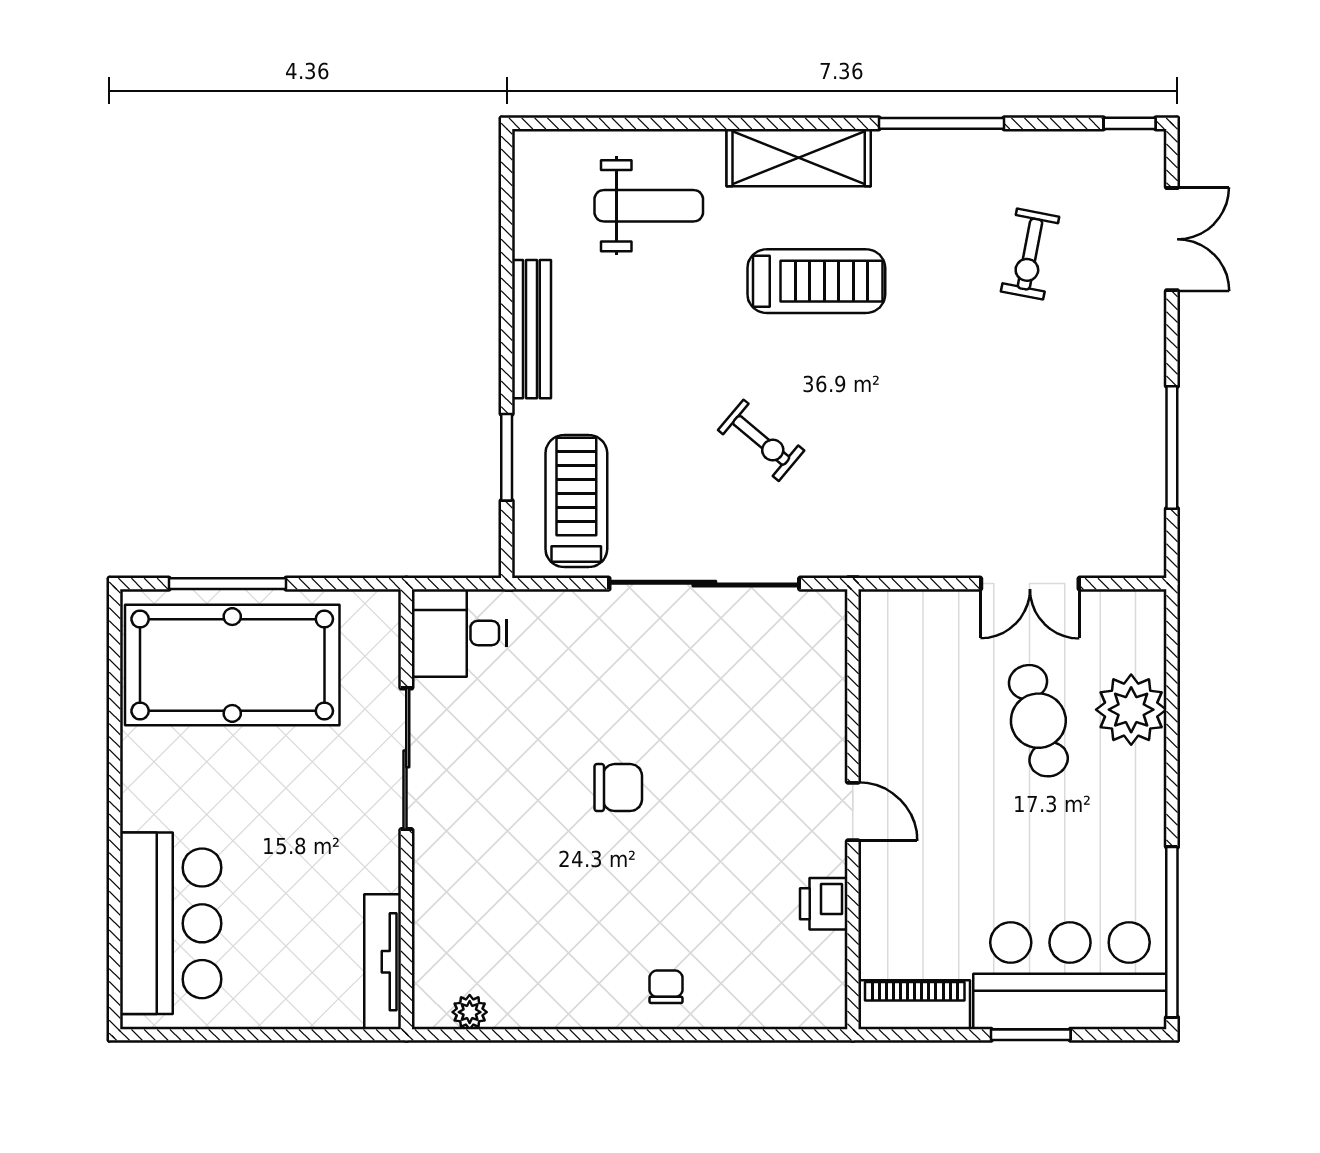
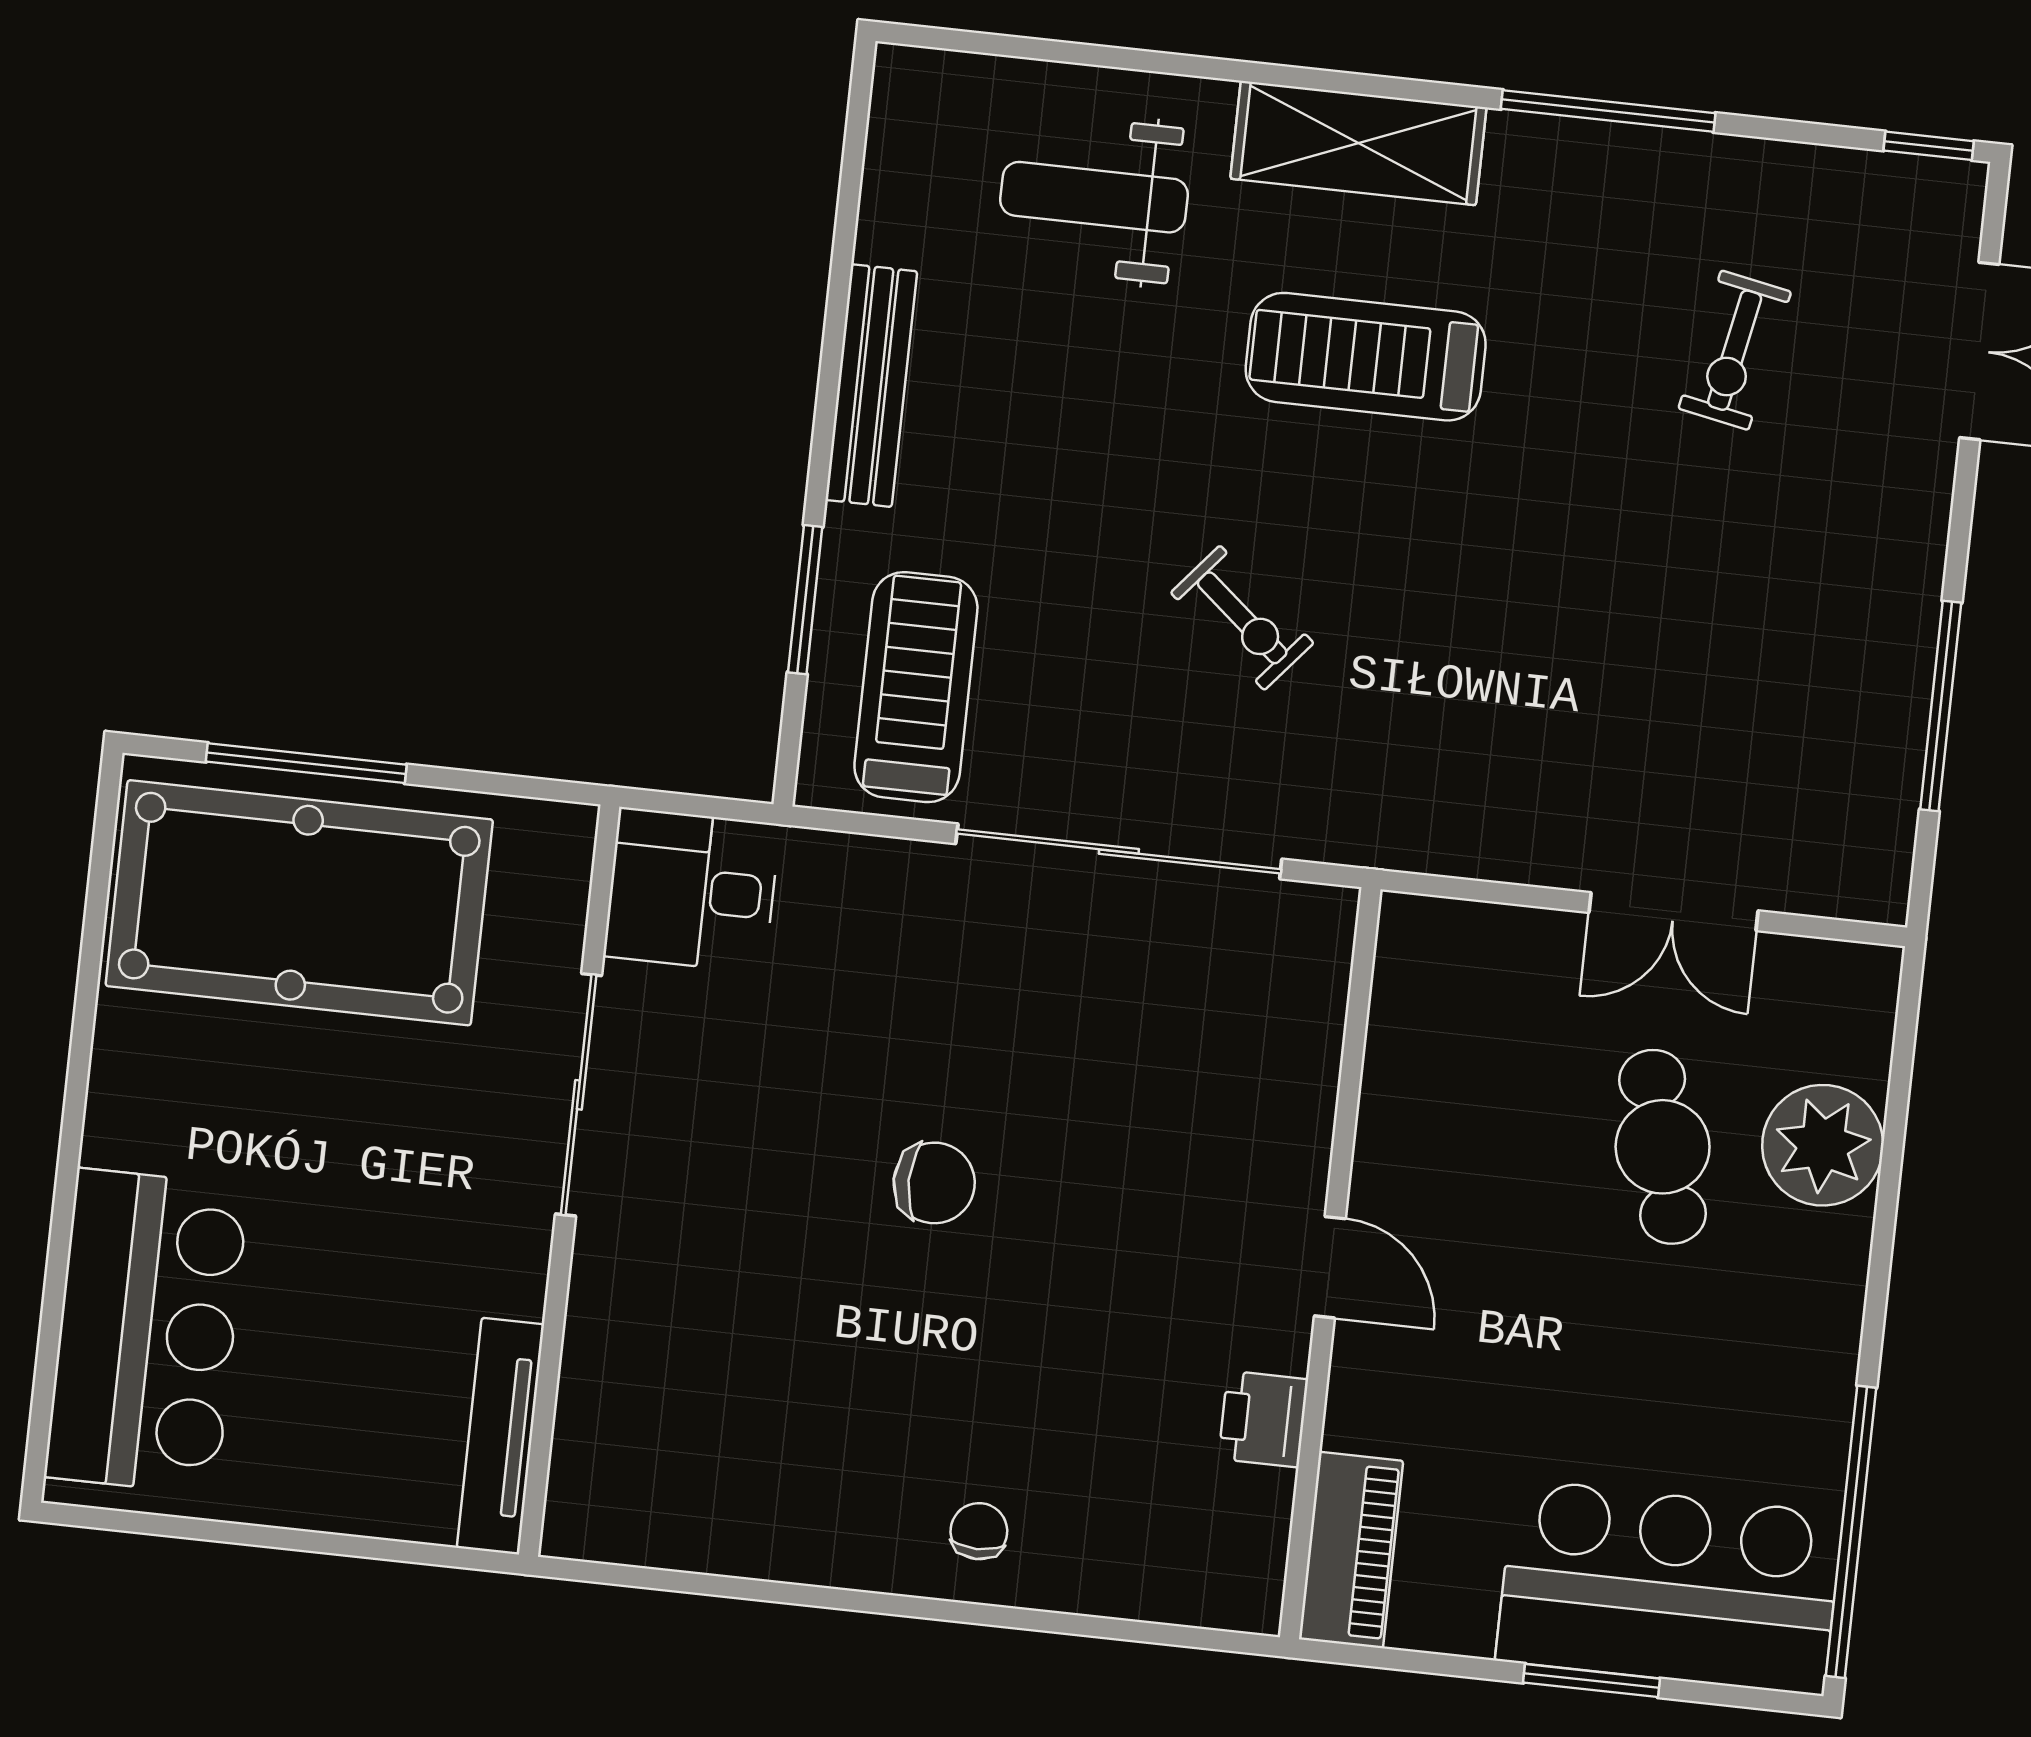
weight bench: (649, 206) -> (1094, 197), turned 180
treadmill: (816, 281) -> (1366, 357), turned 180
piano: (915, 1005) -> (1351, 1550), moved, turned 90
plant: (470, 1012) -> (640, 1538), removed

